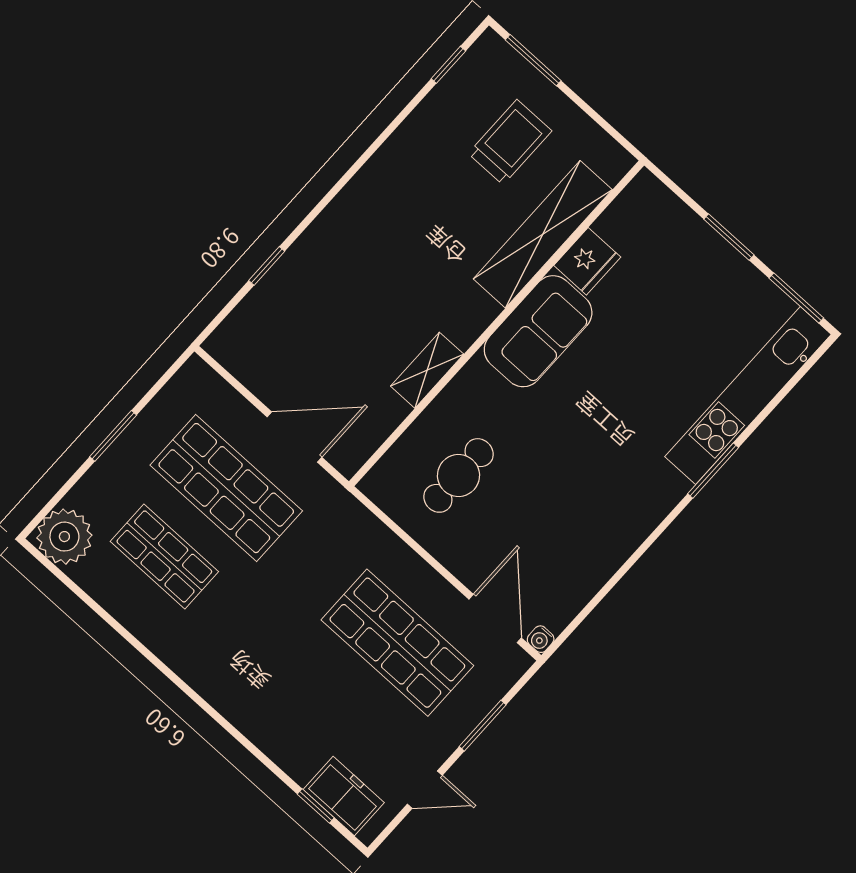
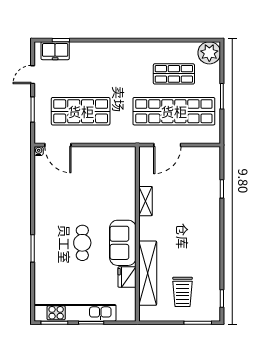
kitchen unit: (748, 395) -> (75, 313), moved, turned -90
cafe table: (458, 475) -> (82, 243), moved
shop shelf: (226, 488) -> (174, 111), width x1.40

